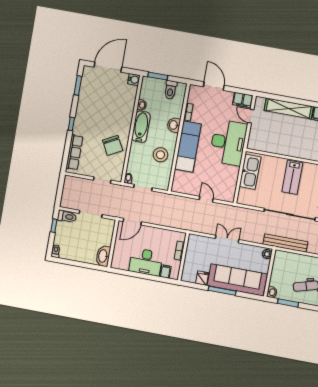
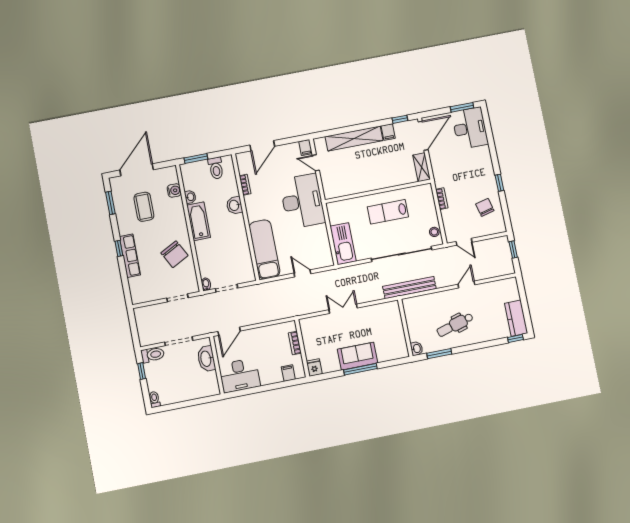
water cooler: (134, 80) -> (174, 190), moved
door: (214, 86) -> (262, 146), swing flipped
coffee table: (103, 99) -> (144, 207), added
filing cabinet: (243, 100) -> (306, 148), width x0.50
exam couch: (188, 147) -> (265, 249), moved
row of seats: (74, 152) -> (130, 256), moved
stool: (160, 155) -> (232, 244), removed
kitchen sink: (250, 172) -> (343, 244), moved
lab bench: (292, 177) -> (388, 212), turned 90
plant: (267, 254) -> (394, 308), removed
washbasin: (103, 256) -> (206, 359), moved
desk: (146, 262) -> (239, 375), moved
fridge: (202, 278) -> (314, 368), moved
sofa: (237, 280) -> (358, 356), width x0.54, depth x0.79

